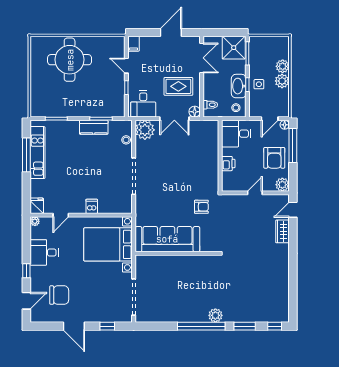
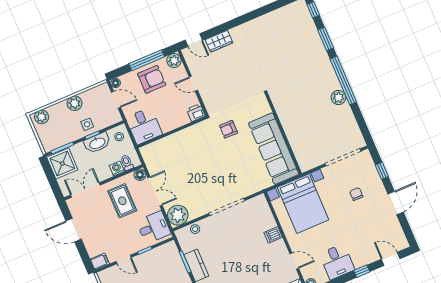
door: (126, 66) -> (124, 259), hinge flipped
plant: (283, 66) -> (42, 117), moved
washing machine: (209, 94) -> (117, 169), added
window: (293, 146) -> (147, 60), moved
printer: (228, 164) -> (196, 113), moved
armchair: (201, 207) -> (229, 129), turned -90
chair: (59, 295) -> (356, 194), moved, width x0.54, depth x0.54
plant: (215, 315) -> (338, 97), moved

